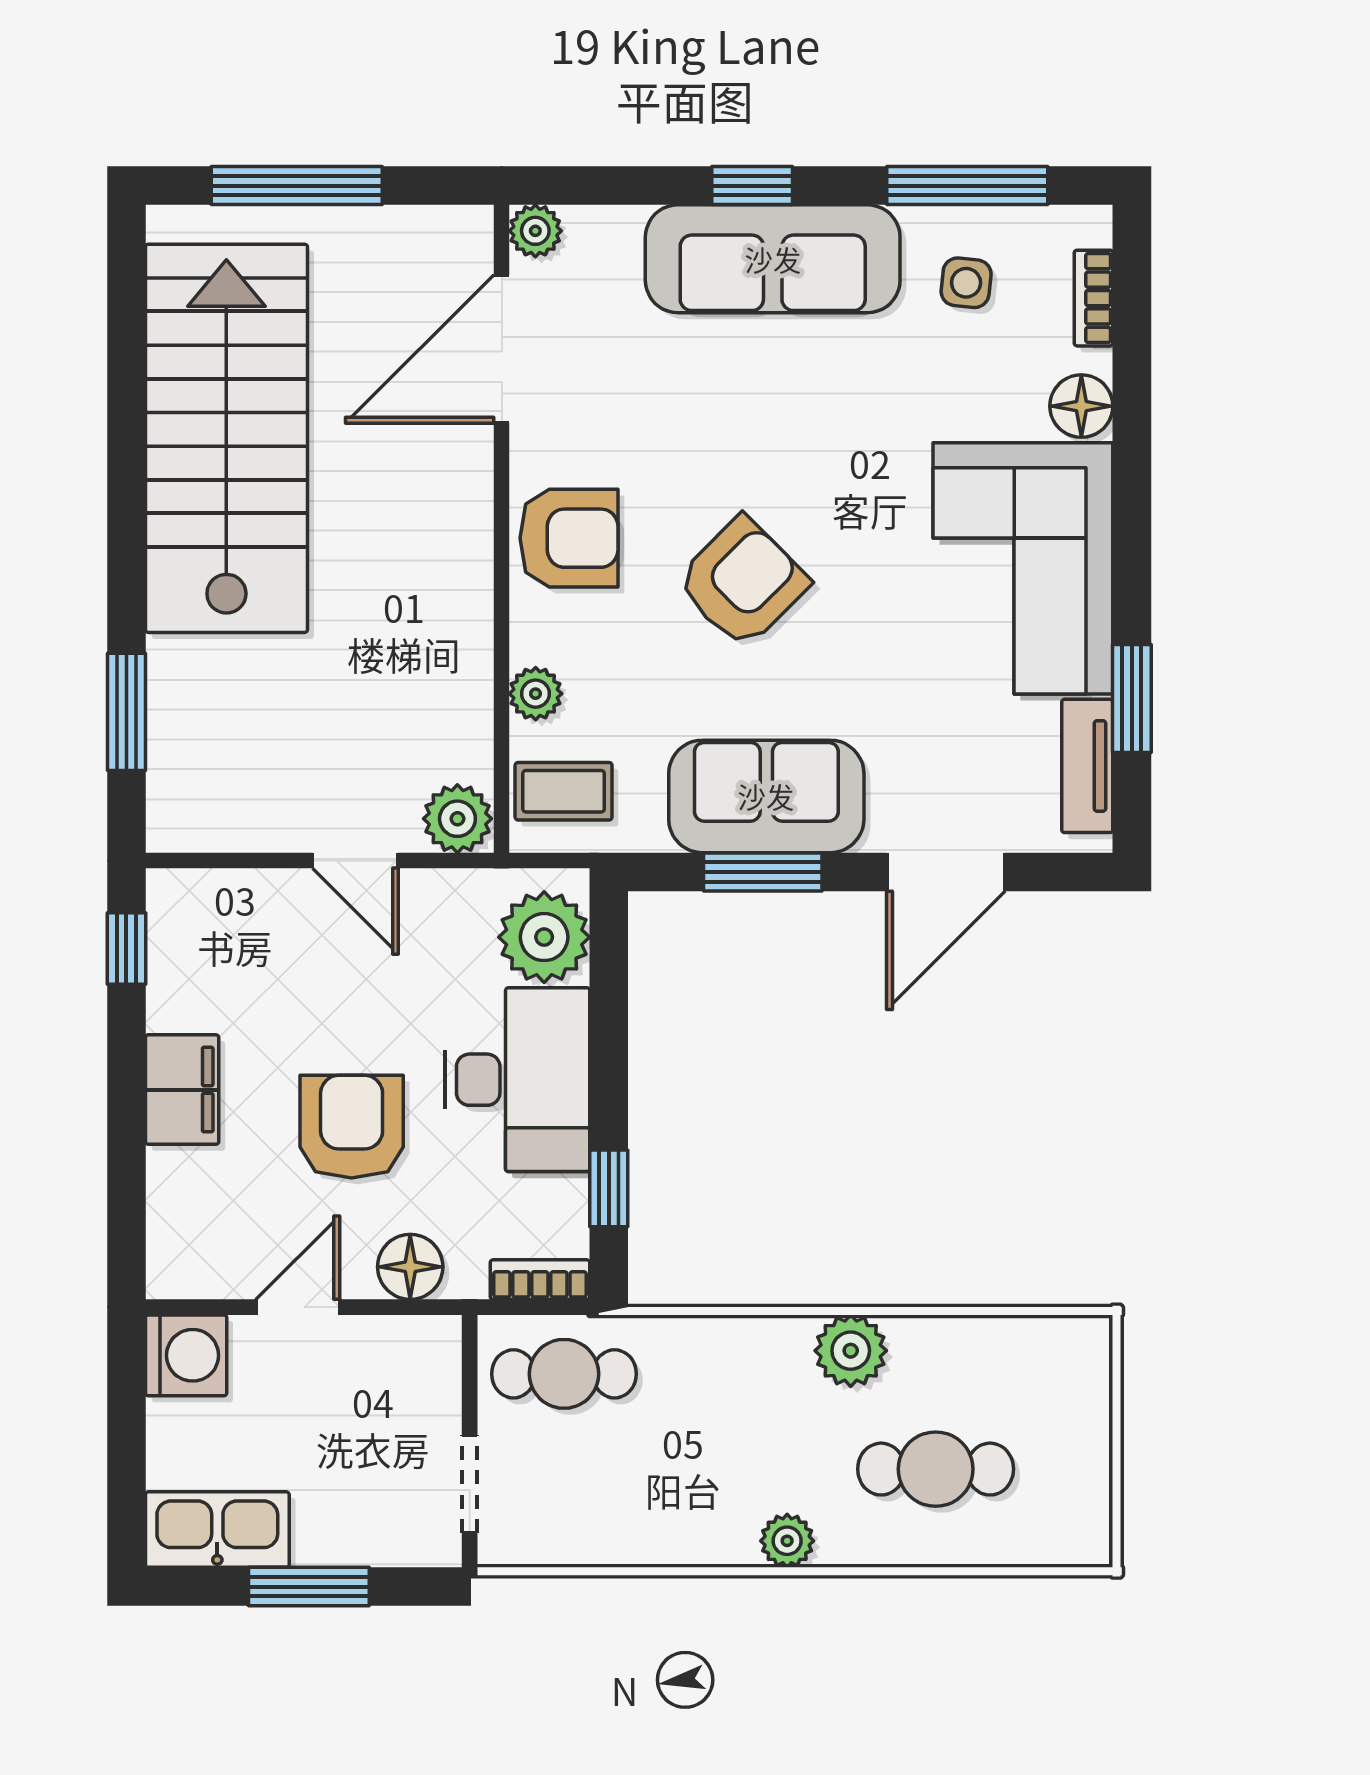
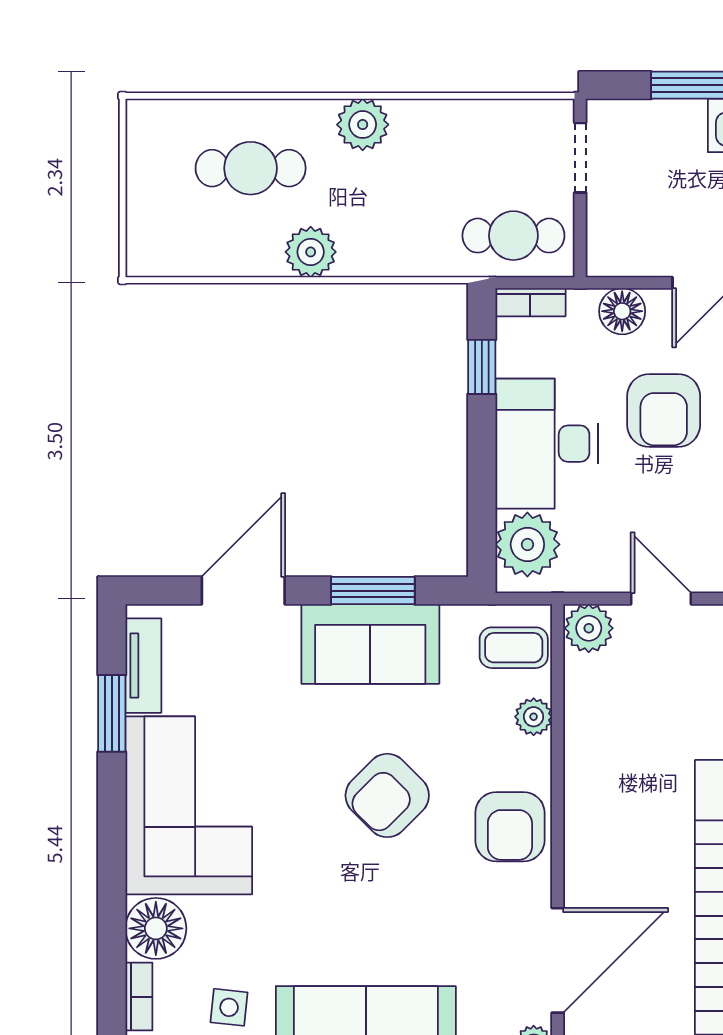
floor lamp: (1081, 406) -> (156, 928), width x1.38, depth x1.38
armchair: (569, 538) -> (510, 827), turned -90
plant: (787, 1541) -> (363, 125), width x1.38, depth x1.38

